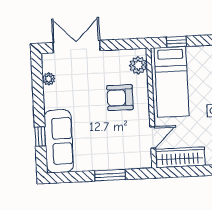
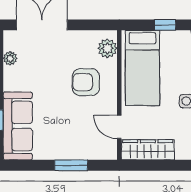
window: (176, 42) -> (165, 25), moved
door: (153, 138) -> (119, 127), swing flipped

